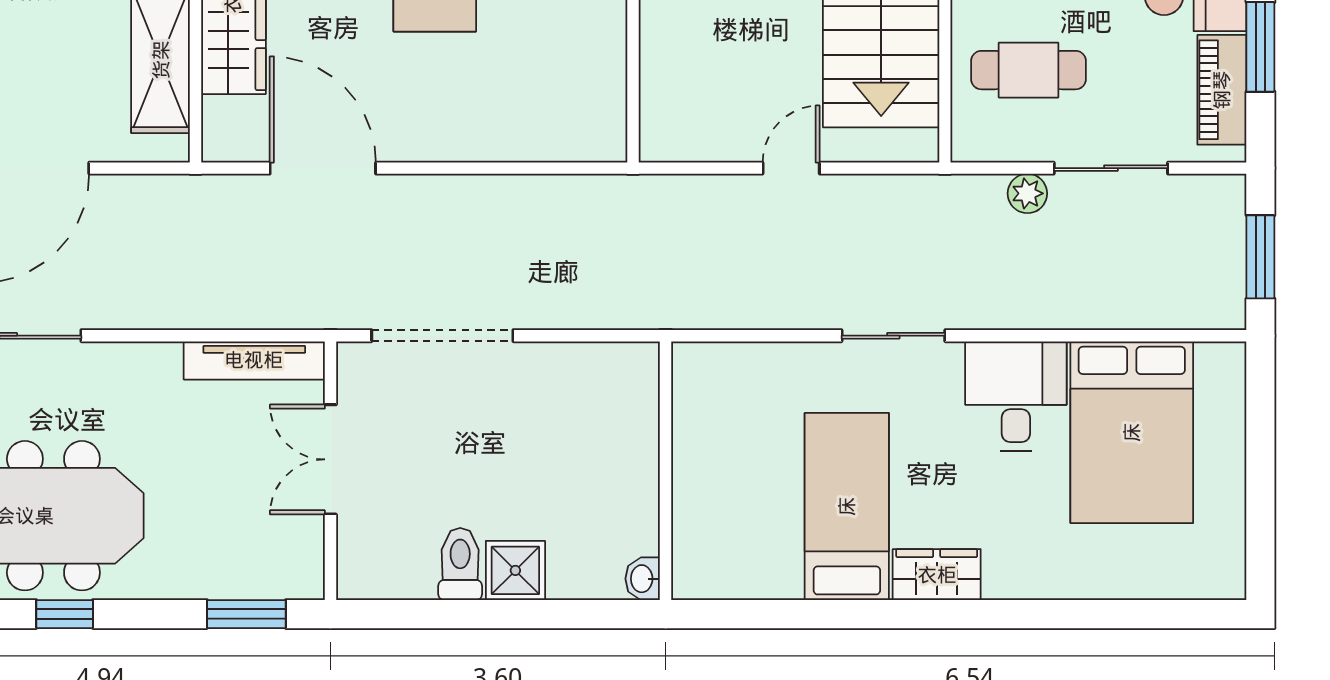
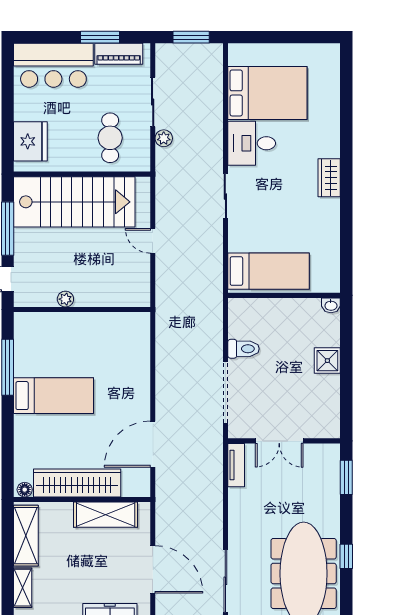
tv unit: (254, 360) -> (236, 465), width x0.71
bed: (847, 506) -> (269, 271), moved, turned 180
toilet: (460, 564) -> (244, 349), moved, turned 180

